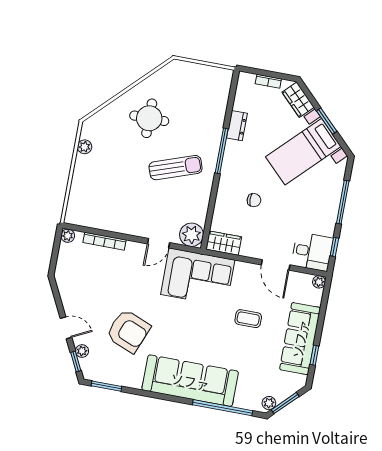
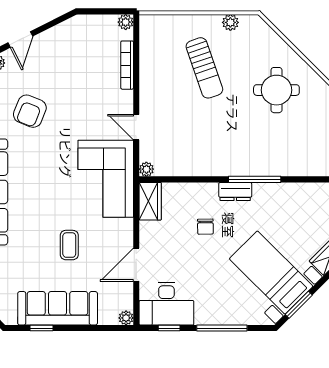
window: (327, 121) -> (299, 305), moved
dresser: (237, 126) -> (235, 191), moved
sun lounger: (176, 168) -> (204, 68), moved
plant: (192, 235) -> (146, 169), width x0.53, depth x0.53
desk: (312, 252) -> (166, 304), width x1.37
armchair: (128, 331) -> (30, 111), width x0.73, depth x0.73

